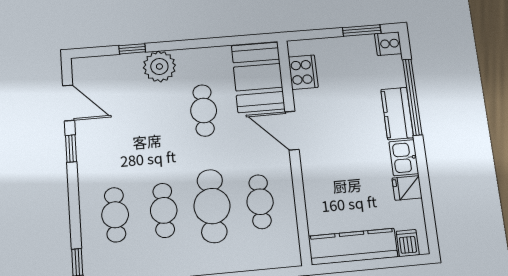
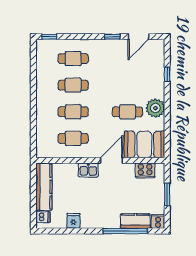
window: (362, 30) -> (167, 195), moved
plant: (159, 66) -> (155, 108), moved
kitchen counter: (397, 113) -> (135, 221), moved
kitchen sink: (404, 158) -> (88, 170), moved, turned 180
cafe table: (212, 206) -> (73, 112), width x0.73, depth x0.74

